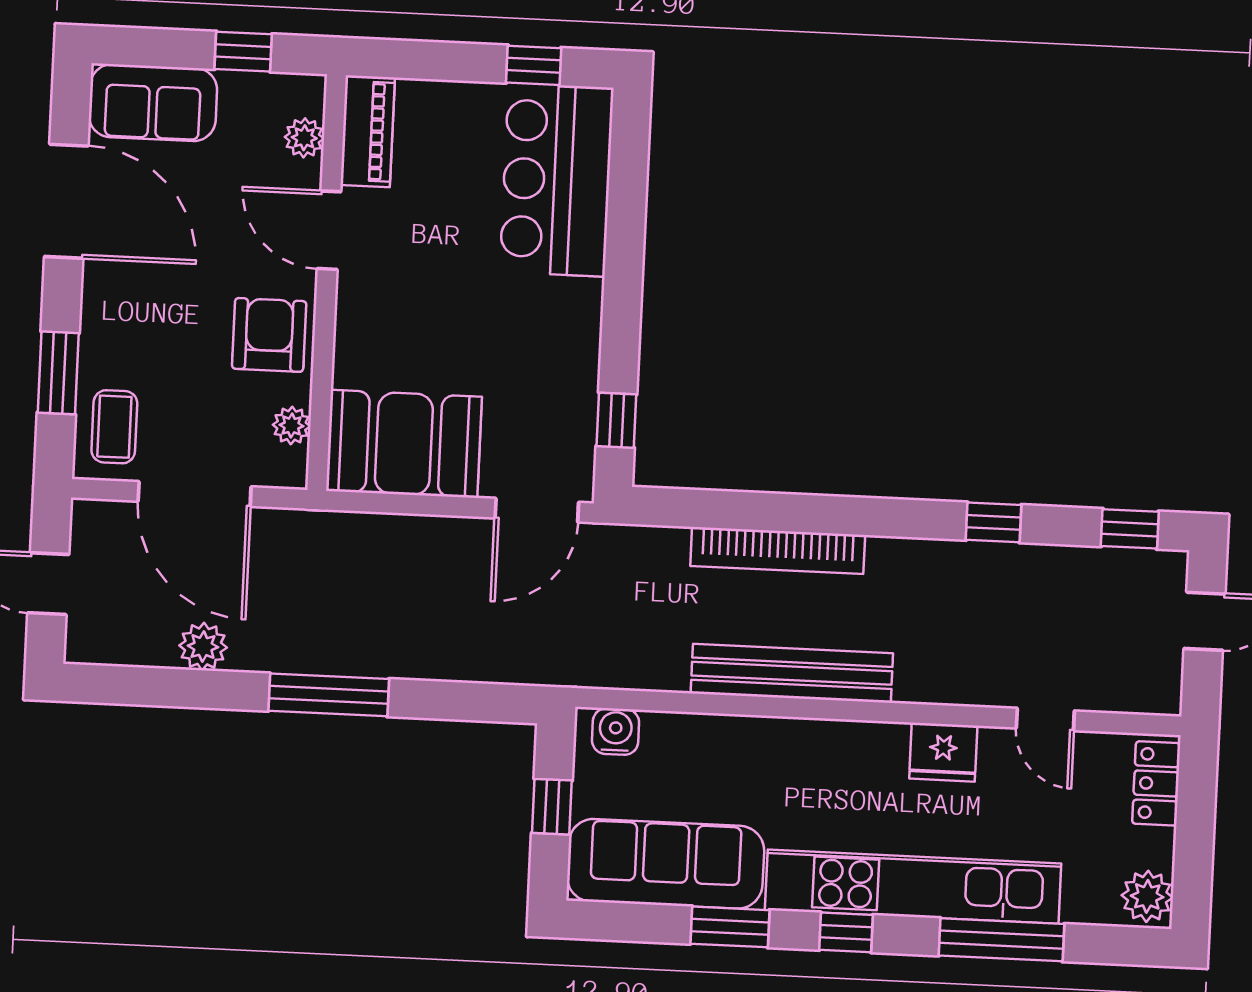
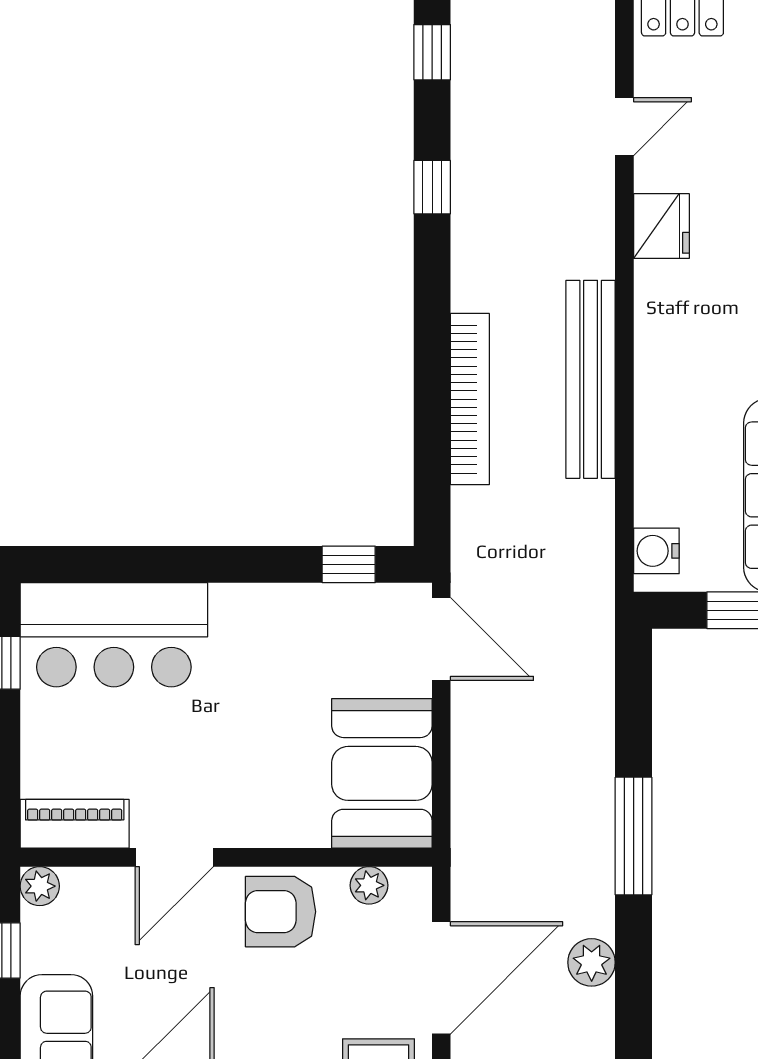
plant: (304, 138) -> (40, 886), moved

